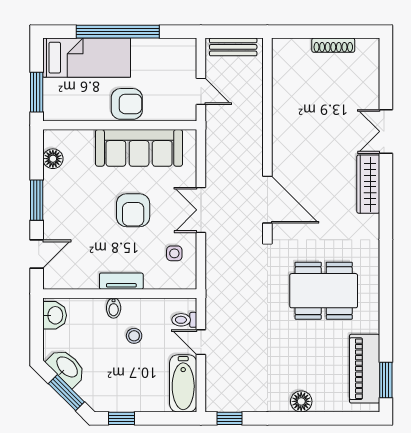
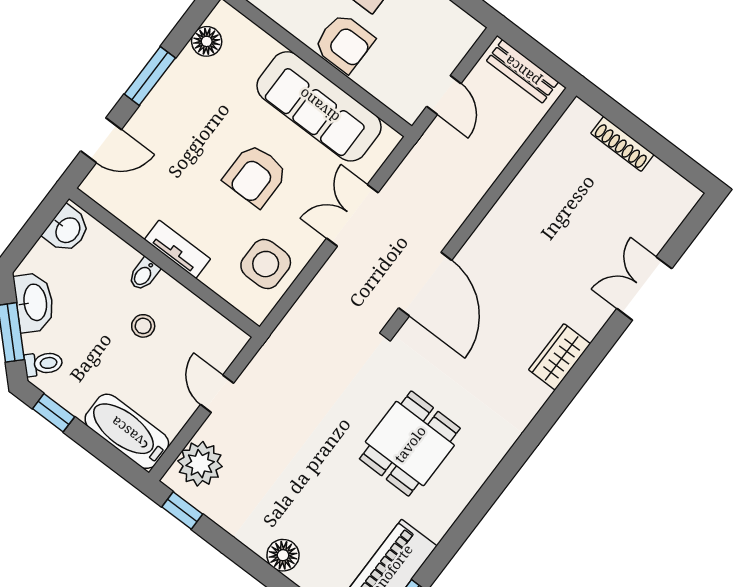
shoe rack: (333, 45) -> (622, 144), moved
double door: (386, 131) -> (644, 289), moved
wardrobe: (368, 184) -> (559, 357), width x0.67
double door: (201, 210) -> (352, 215), moved
side table: (174, 253) -> (266, 264), width x1.87, depth x1.87
dining table: (324, 291) -> (410, 444), width x0.73
toilet: (184, 320) -> (43, 364), moved, turned 135
bathtub: (183, 383) -> (127, 431), moved, turned 90
plant: (220, 386) -> (200, 464), added

